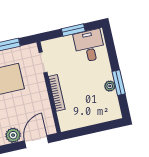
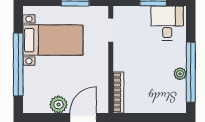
window: (119, 83) -> (191, 72), width x2.11
bookcase: (57, 93) -> (118, 92), moved

